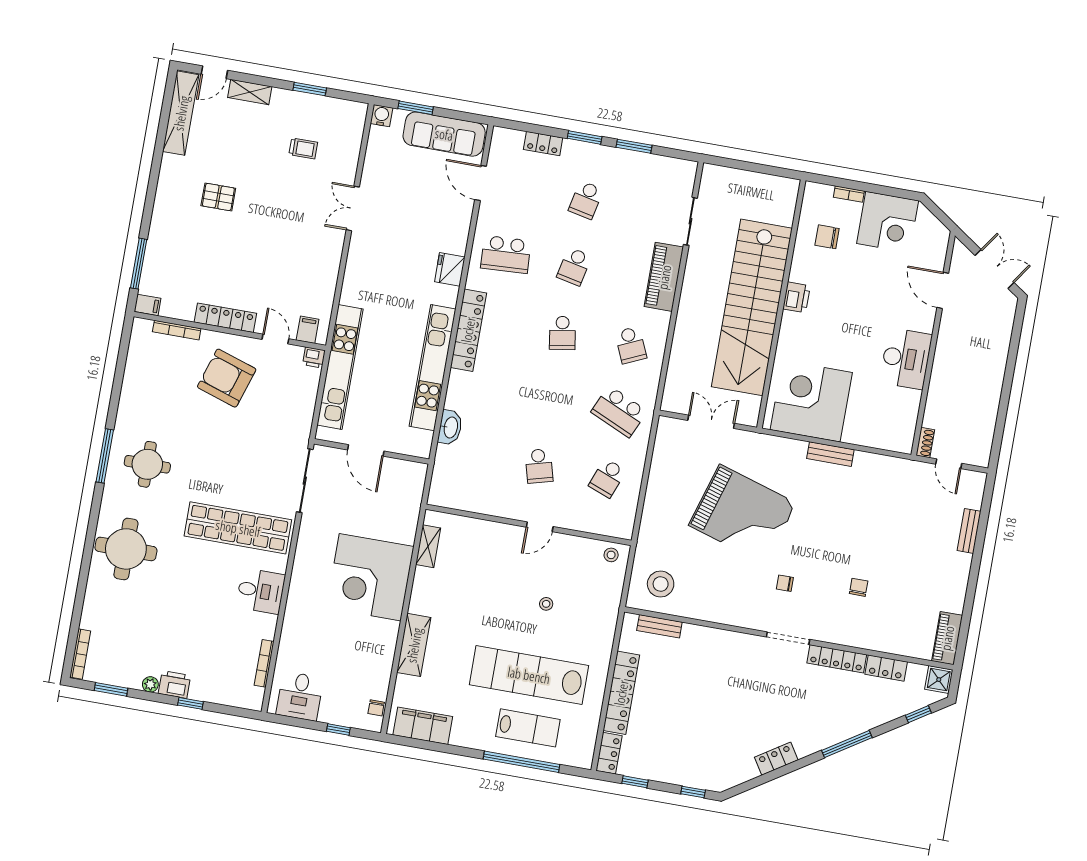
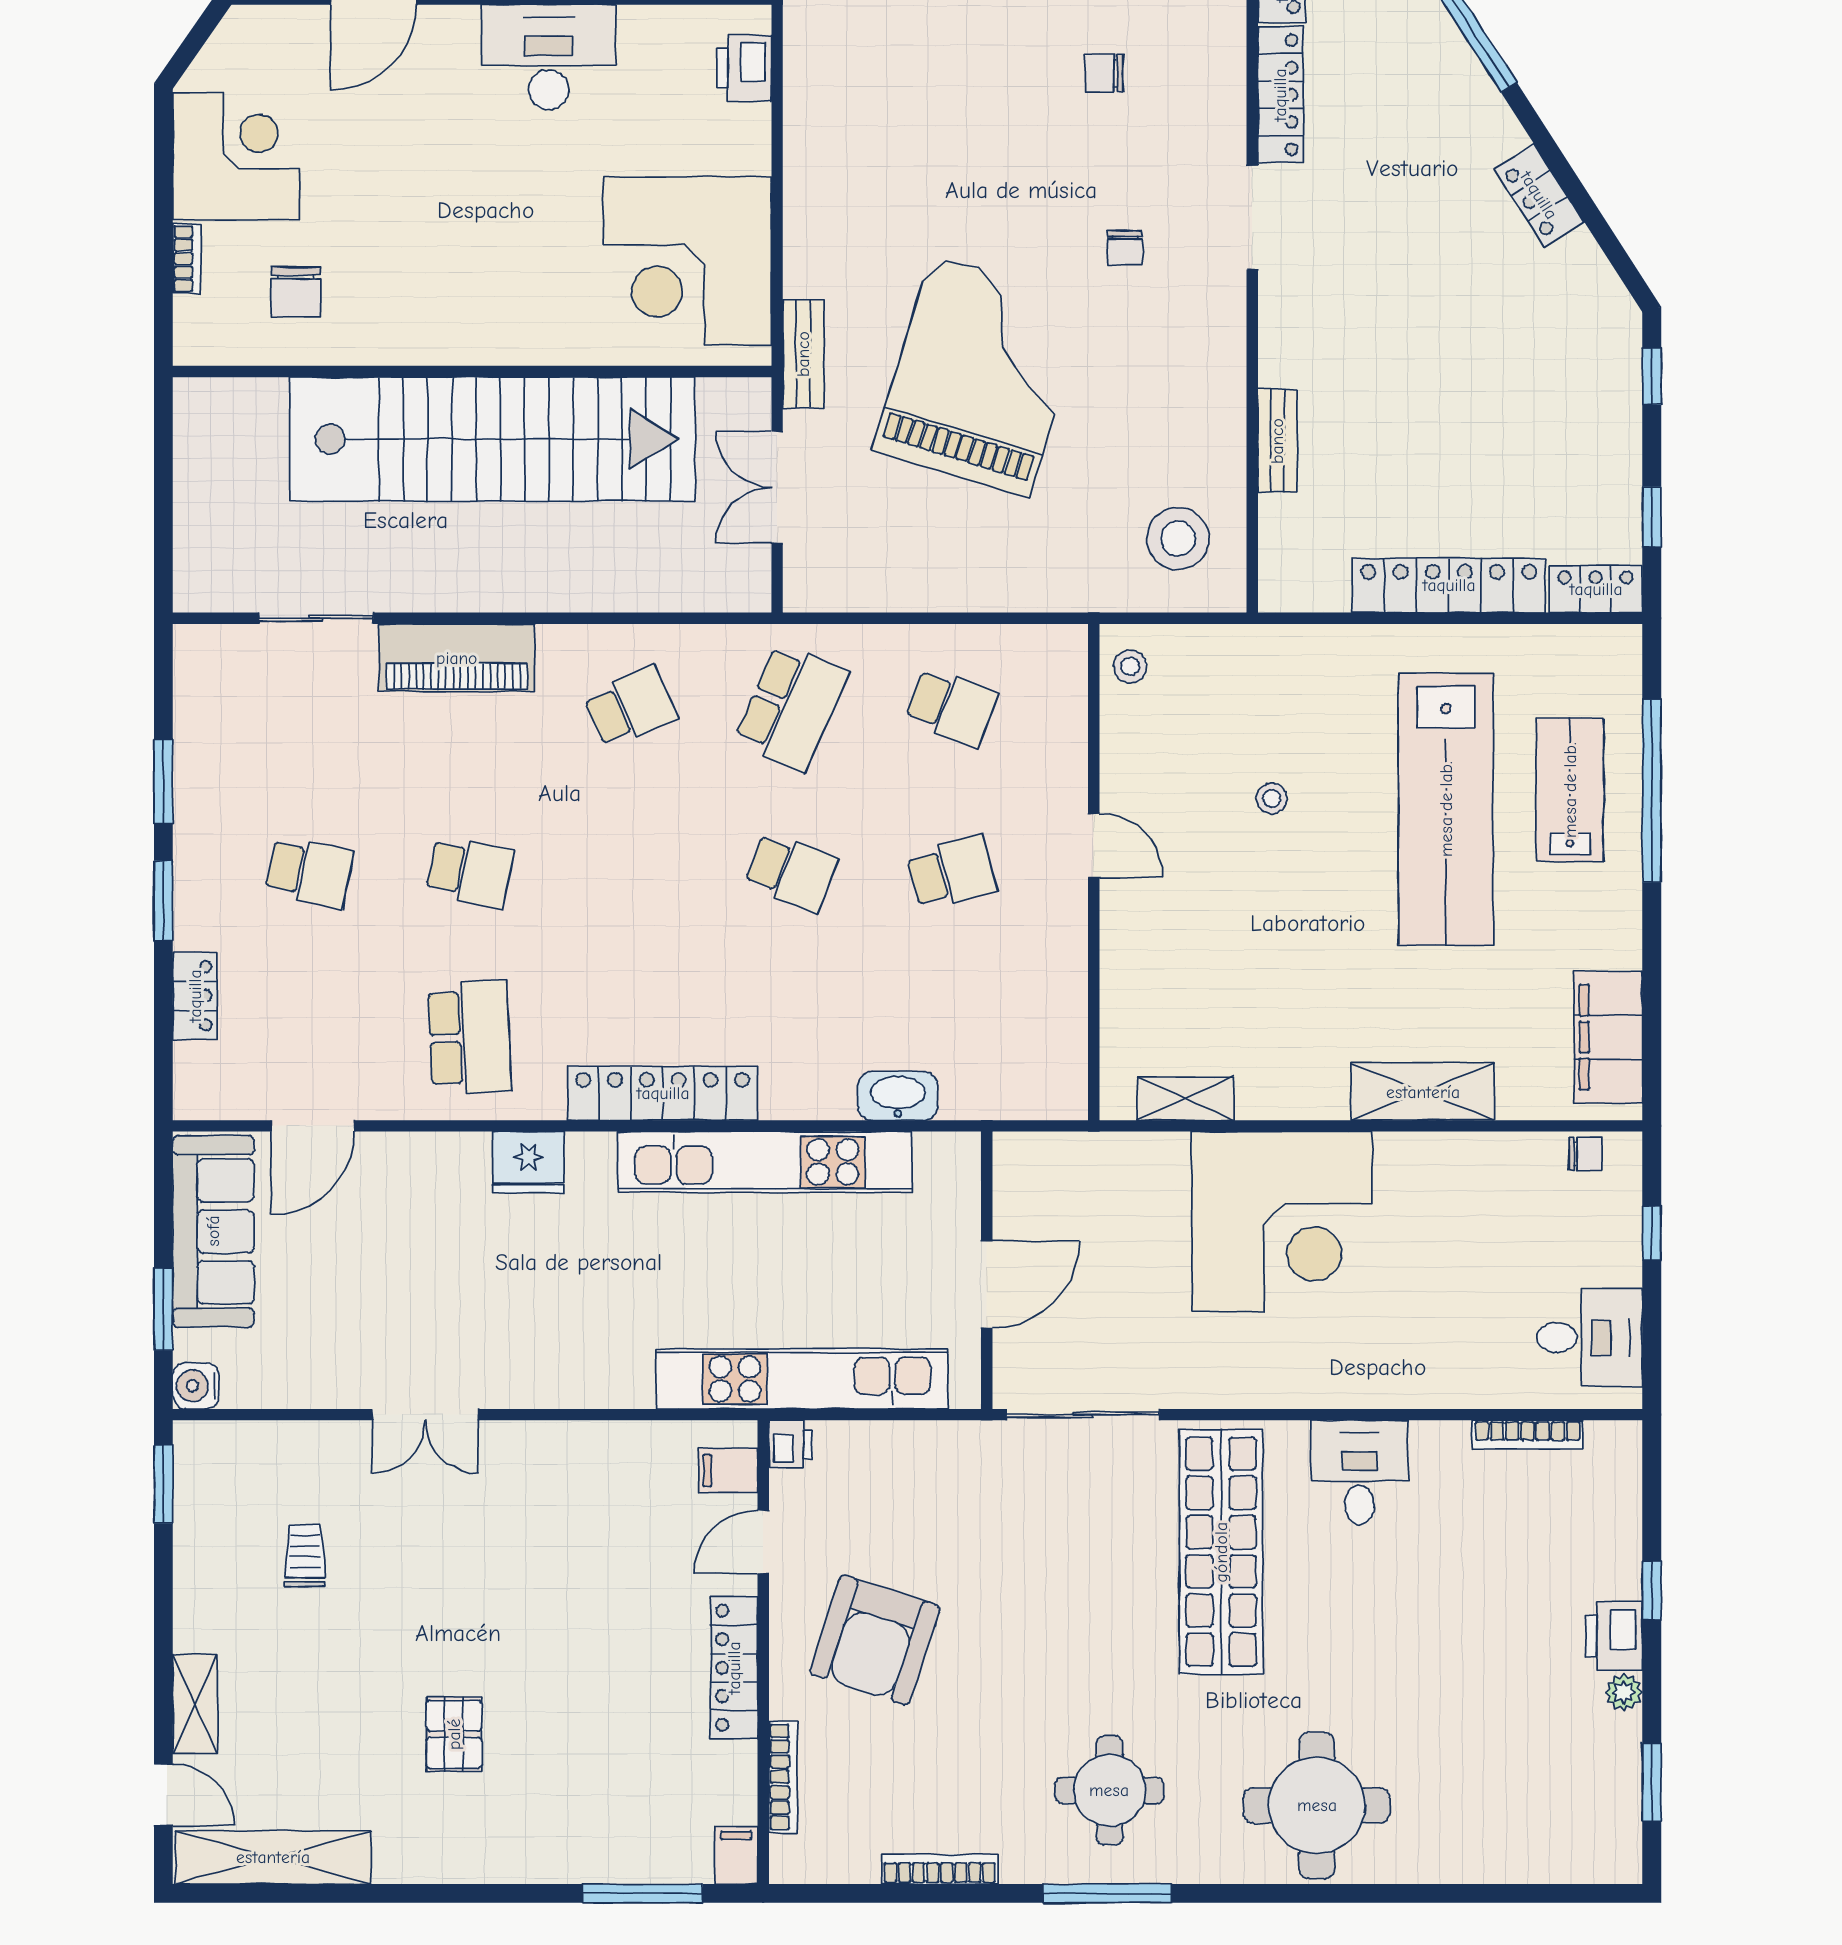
window: (310, 89) -> (163, 1484), moved
printer: (797, 297) -> (744, 68), moved, turned -90
school desk: (562, 333) -> (791, 872), moved, turned 30
bench: (830, 454) -> (803, 354), moved
bench: (659, 626) -> (1277, 441), moved
bookcase: (80, 654) -> (940, 1869), moved

